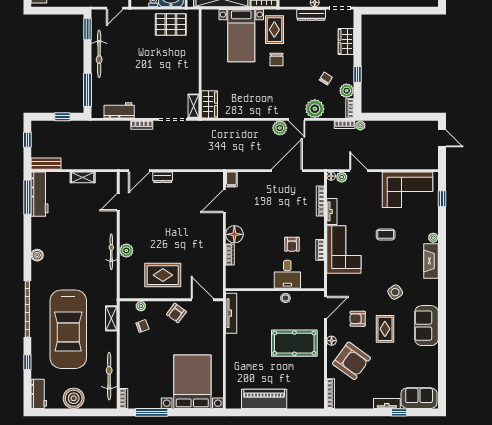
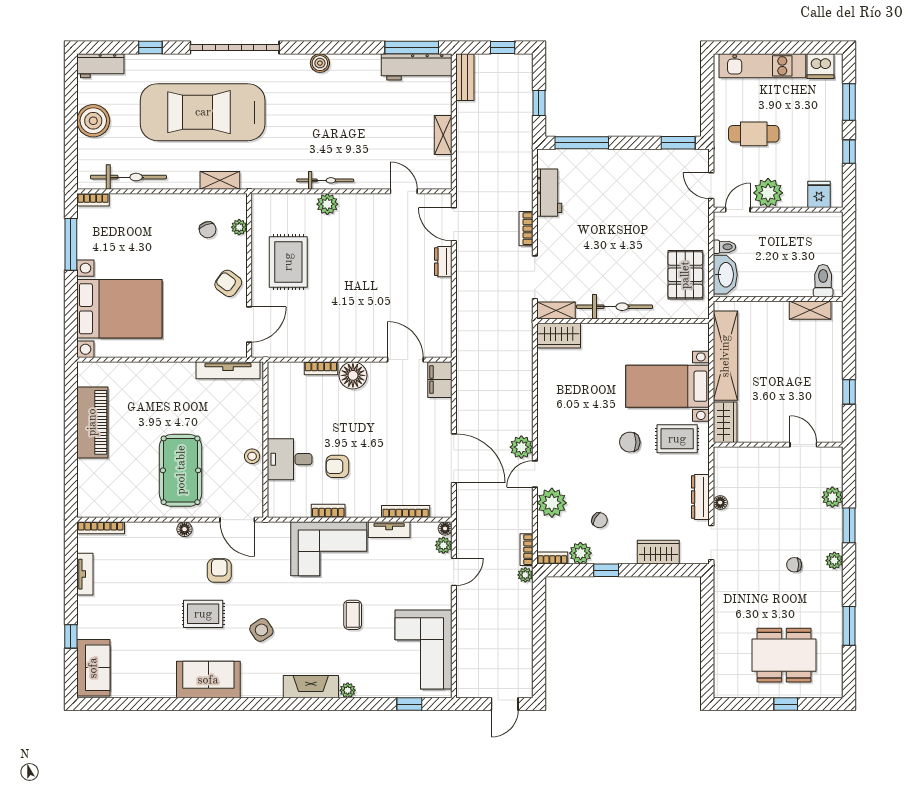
bicycle: (99, 54) -> (615, 307), moved, turned 180
filing cabinet: (231, 179) -> (440, 380), width x2.00
armchair: (352, 361) -> (153, 561), removed
tv unit: (387, 403) -> (85, 574), moved

